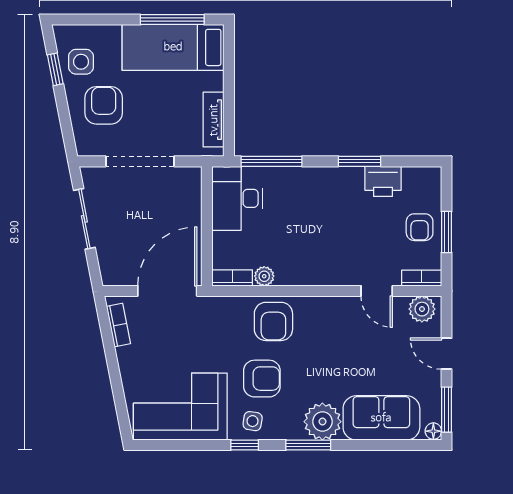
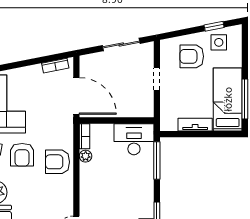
armchair: (104, 105) -> (192, 56), turned 180
tv unit: (214, 120) -> (195, 125), moved
doorway: (140, 161) -> (157, 79), width x0.53

